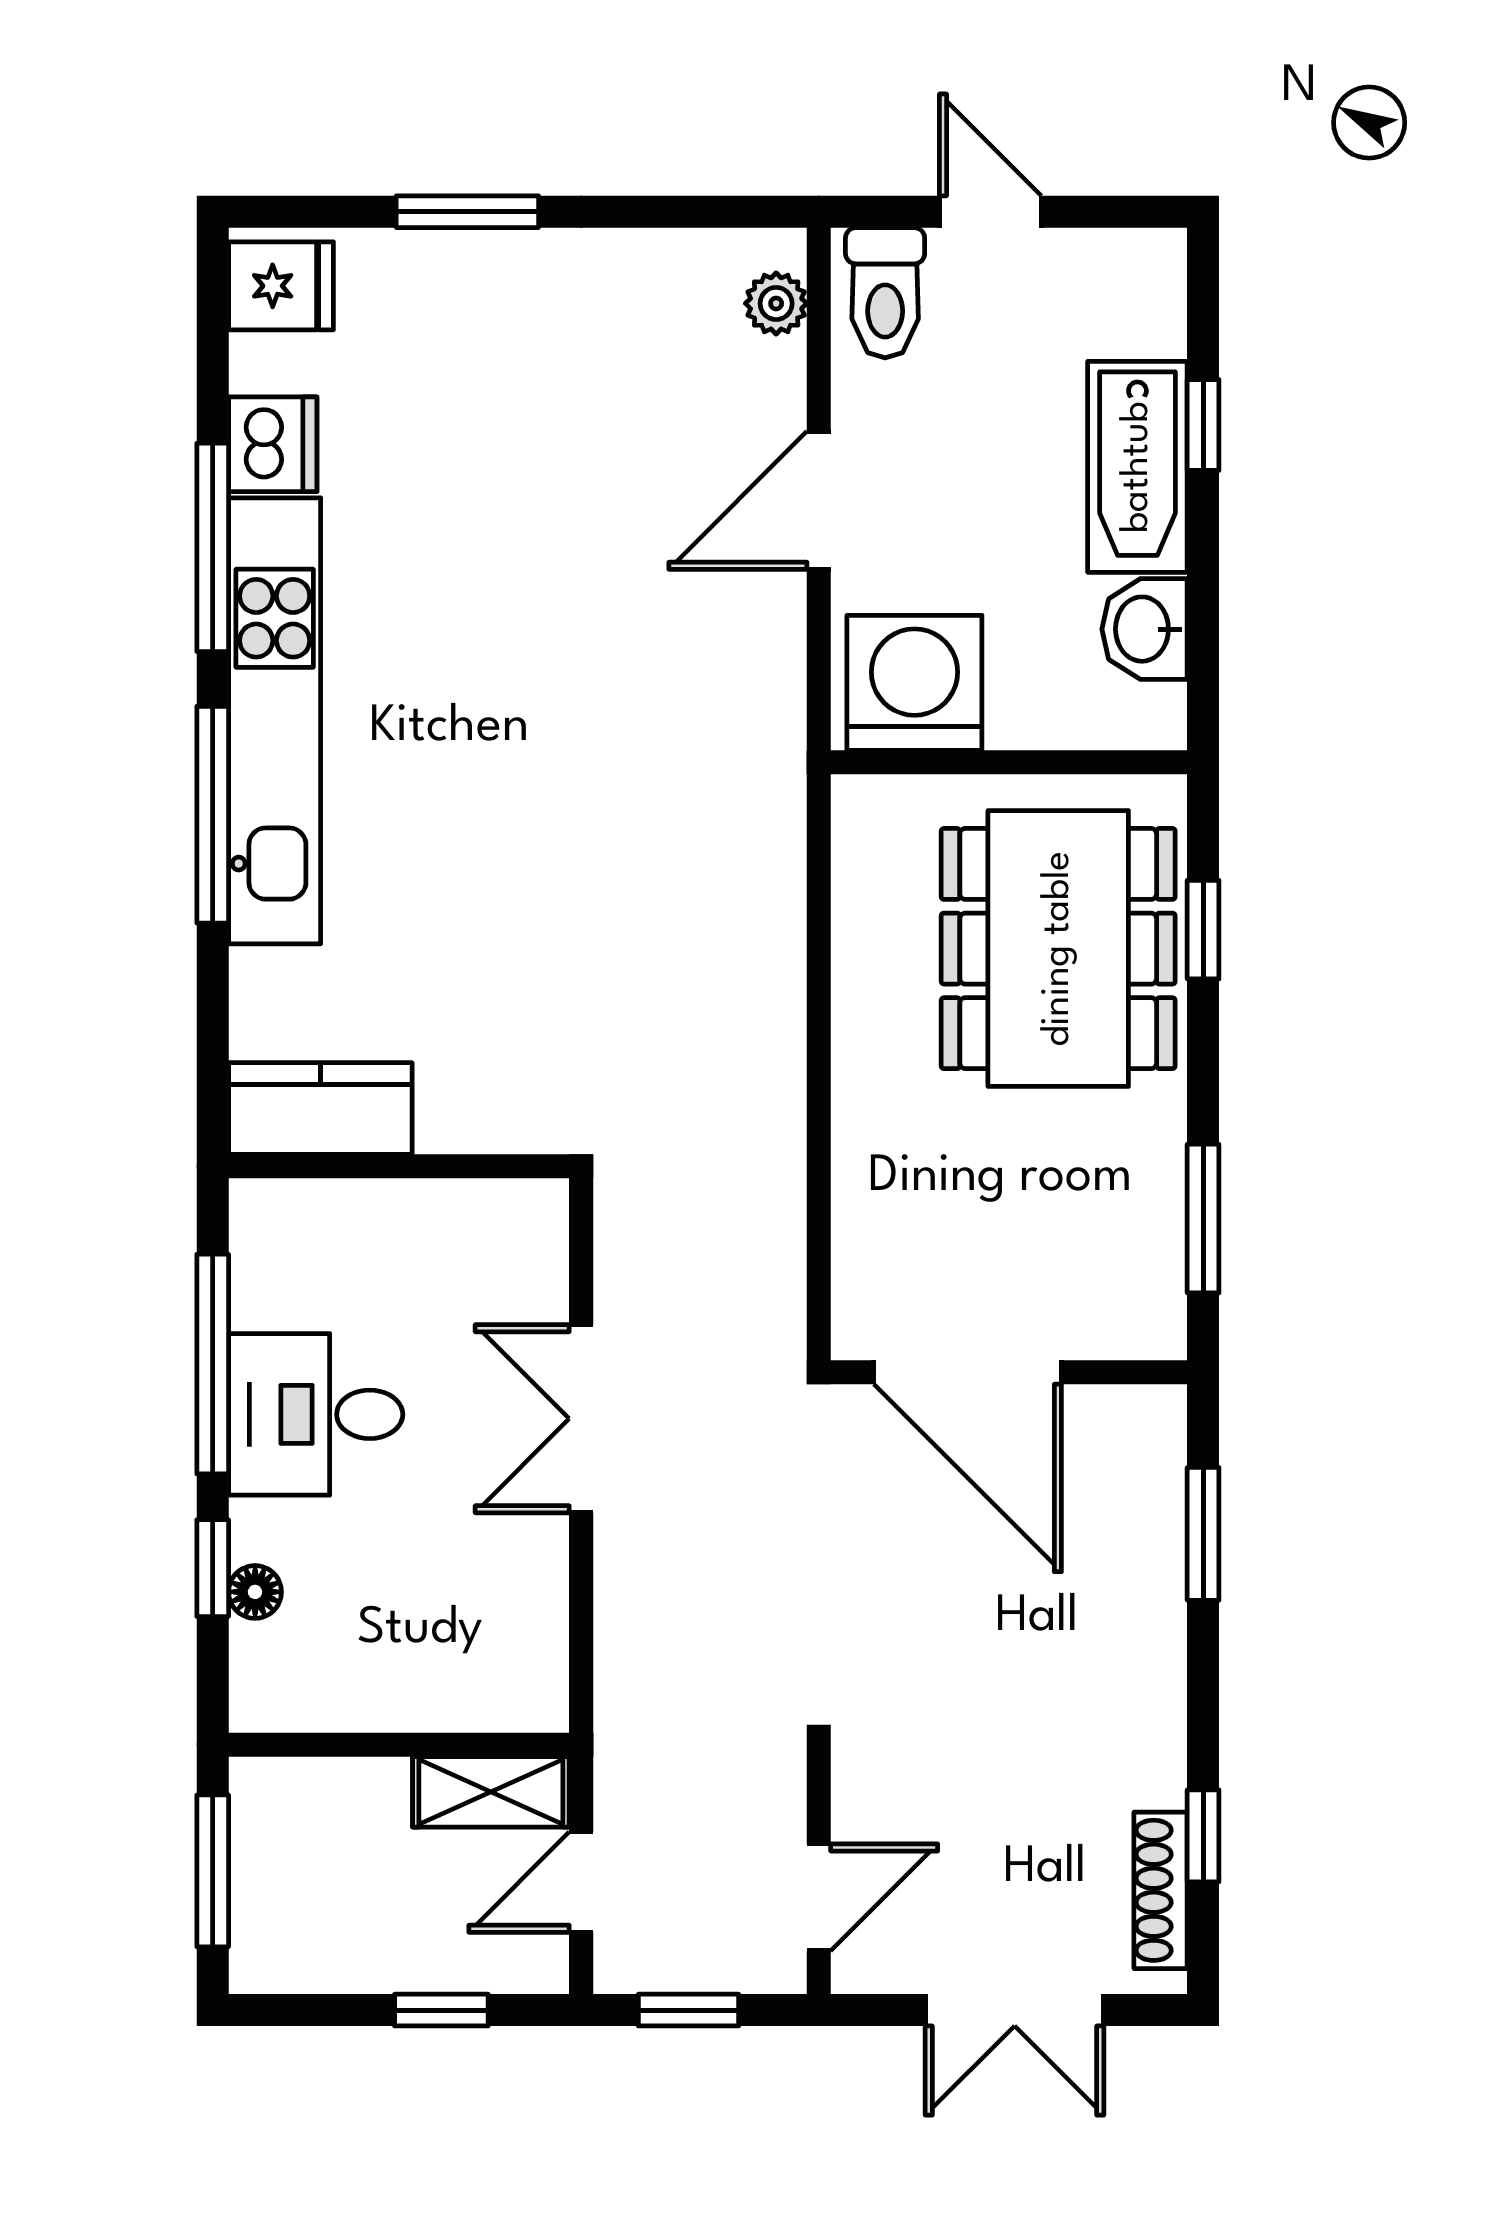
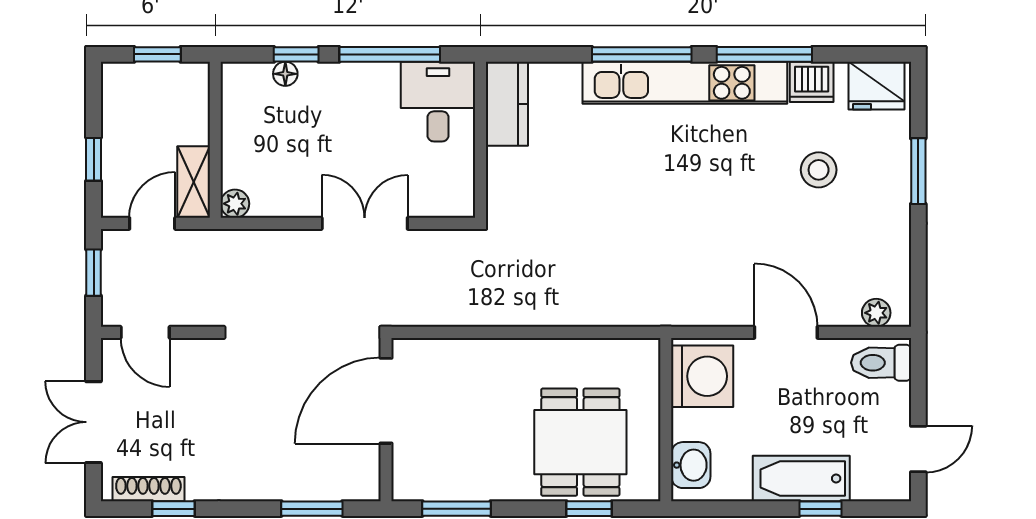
door: (990, 212) -> (918, 449), moved
fridge: (281, 286) -> (877, 86), width x1.38
stool: (465, 429) -> (819, 170), added
washbasin: (1145, 629) -> (691, 465), moved, turned 90
dining table: (1058, 949) -> (580, 442), width x0.73
desk: (316, 1414) -> (438, 102), moved
plant: (538, 1702) -> (235, 204), added
window: (213, 1871) -> (157, 54), width x0.67
door: (581, 1882) -> (152, 223), hinge flipped

